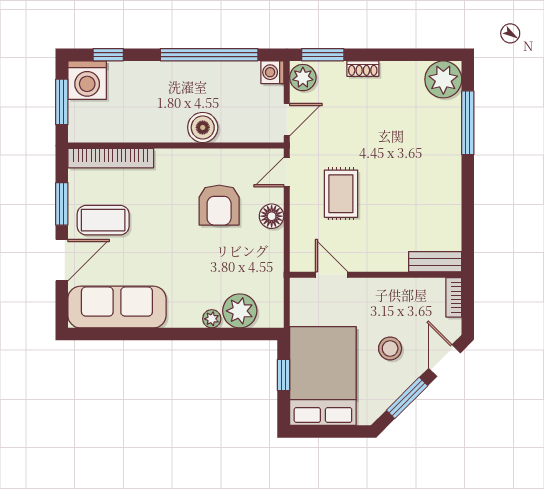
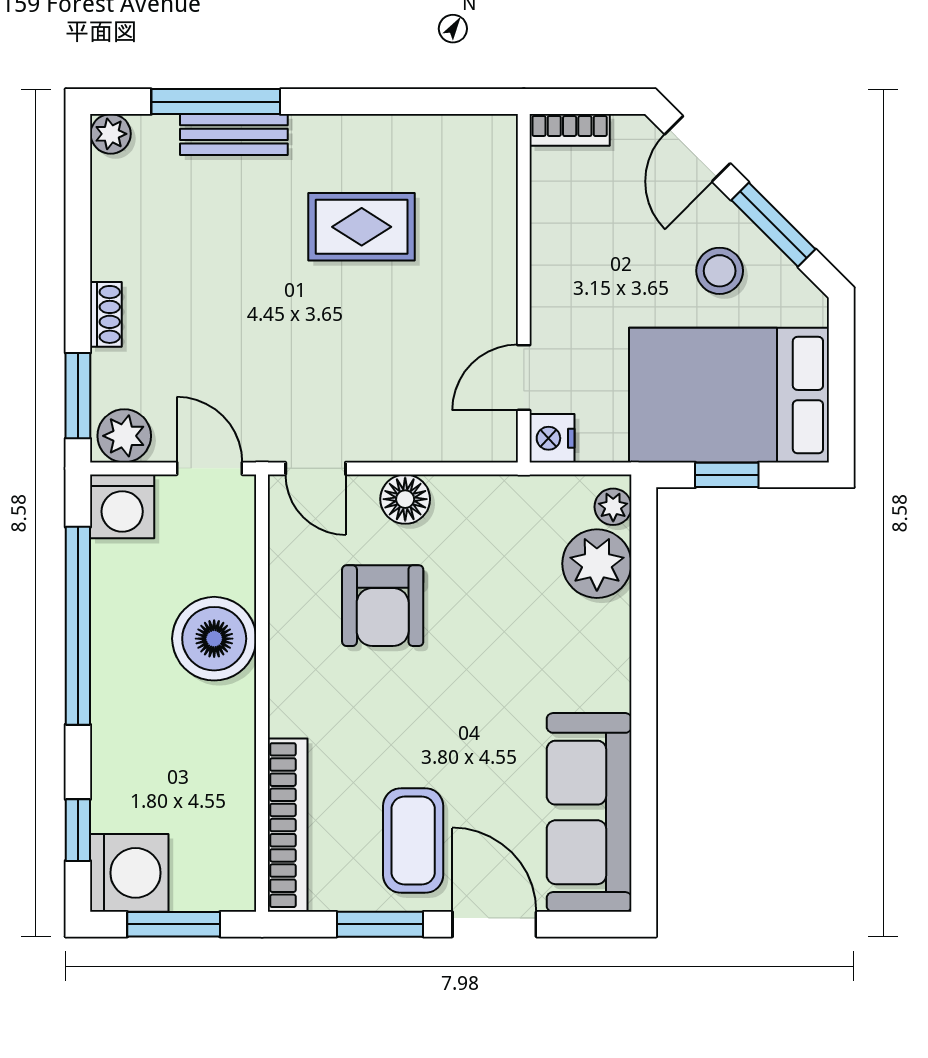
washing machine: (272, 72) -> (122, 506), width x1.38, depth x1.38
plant: (443, 79) -> (111, 134), width x0.53, depth x0.53
boiler: (203, 127) -> (214, 639), width x1.37, depth x1.37
rug: (341, 194) -> (362, 227), moved
armchair: (219, 205) -> (383, 606), turned 90
bench: (435, 262) -> (234, 134), moved, turned 90
nightstand: (302, 289) -> (552, 438), added
plant: (212, 319) -> (613, 507), moved
stool: (390, 348) -> (720, 271), moved
door: (445, 361) -> (698, 149), hinge flipped

